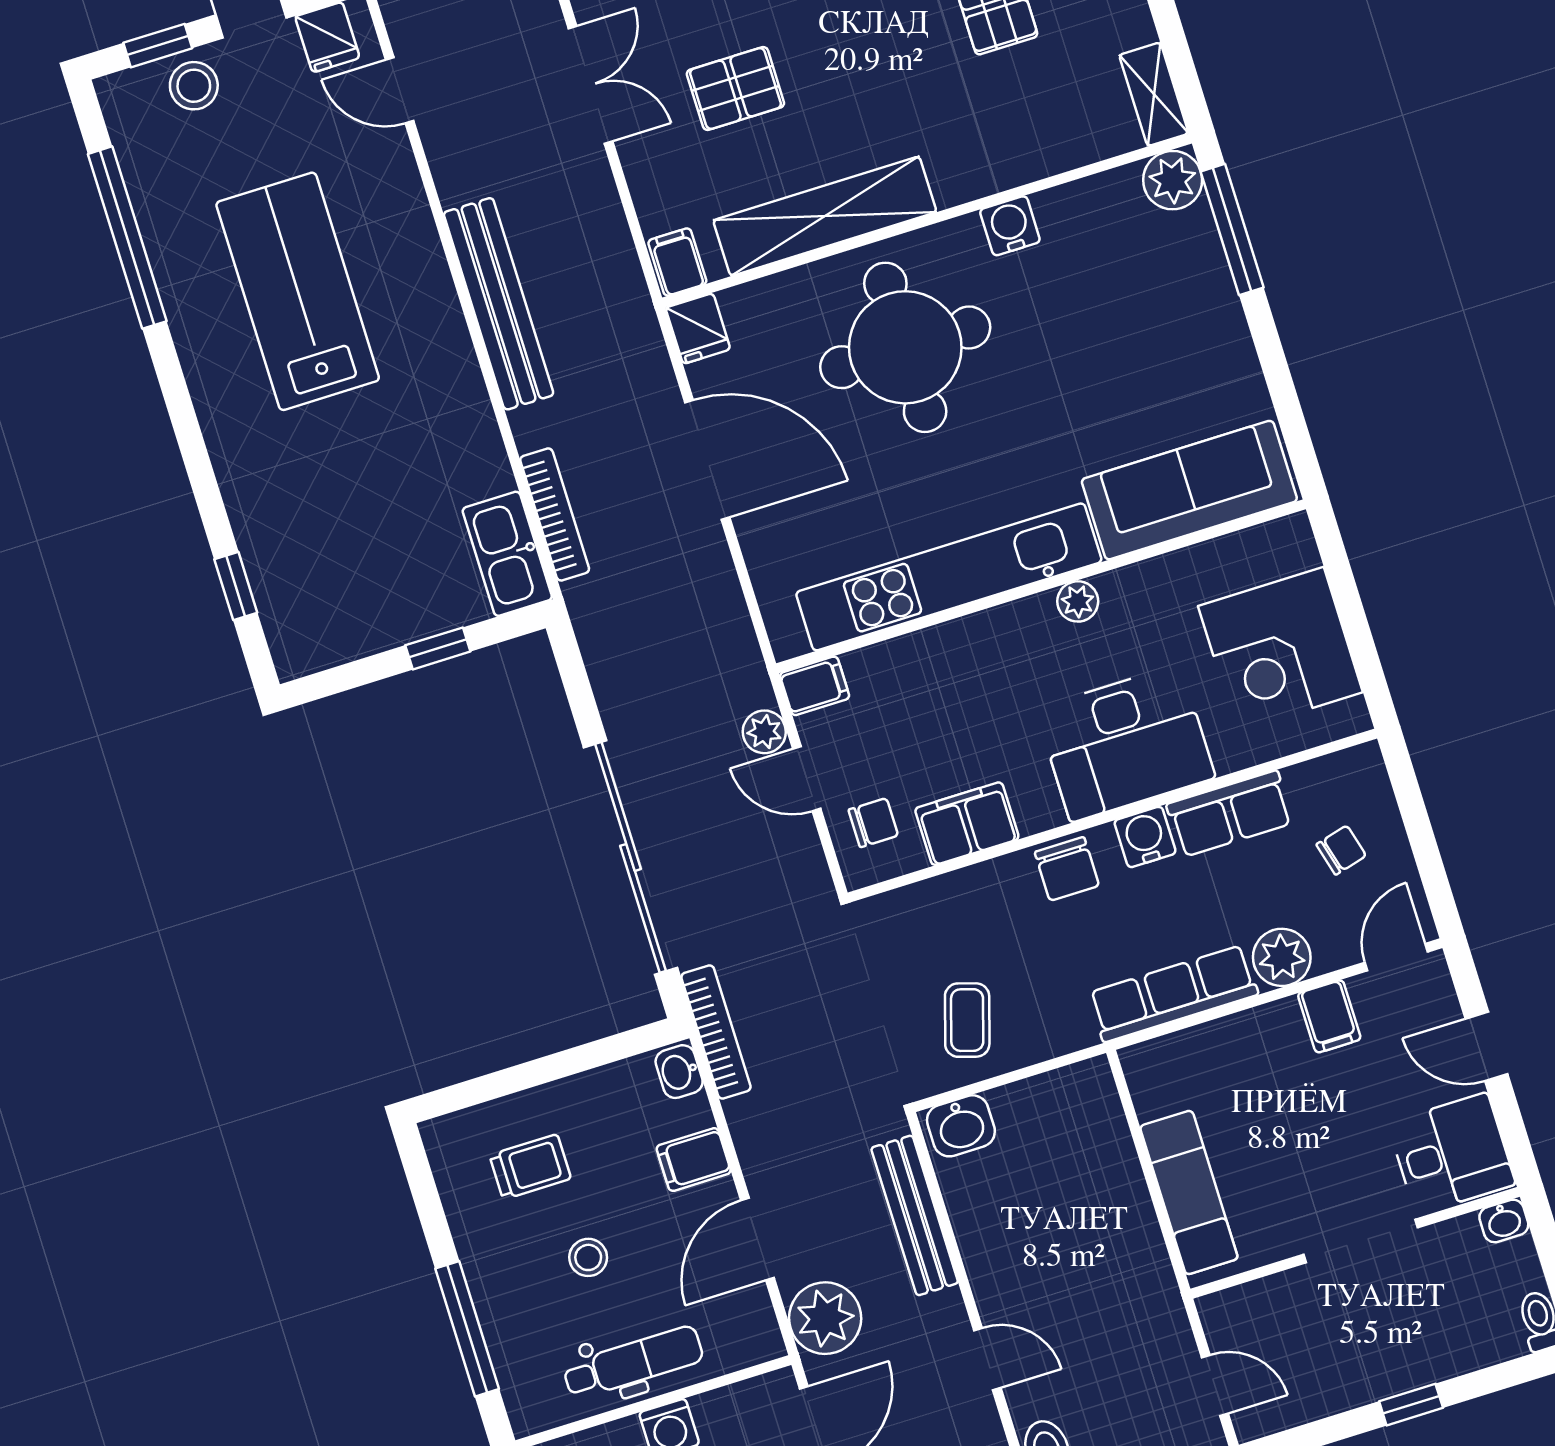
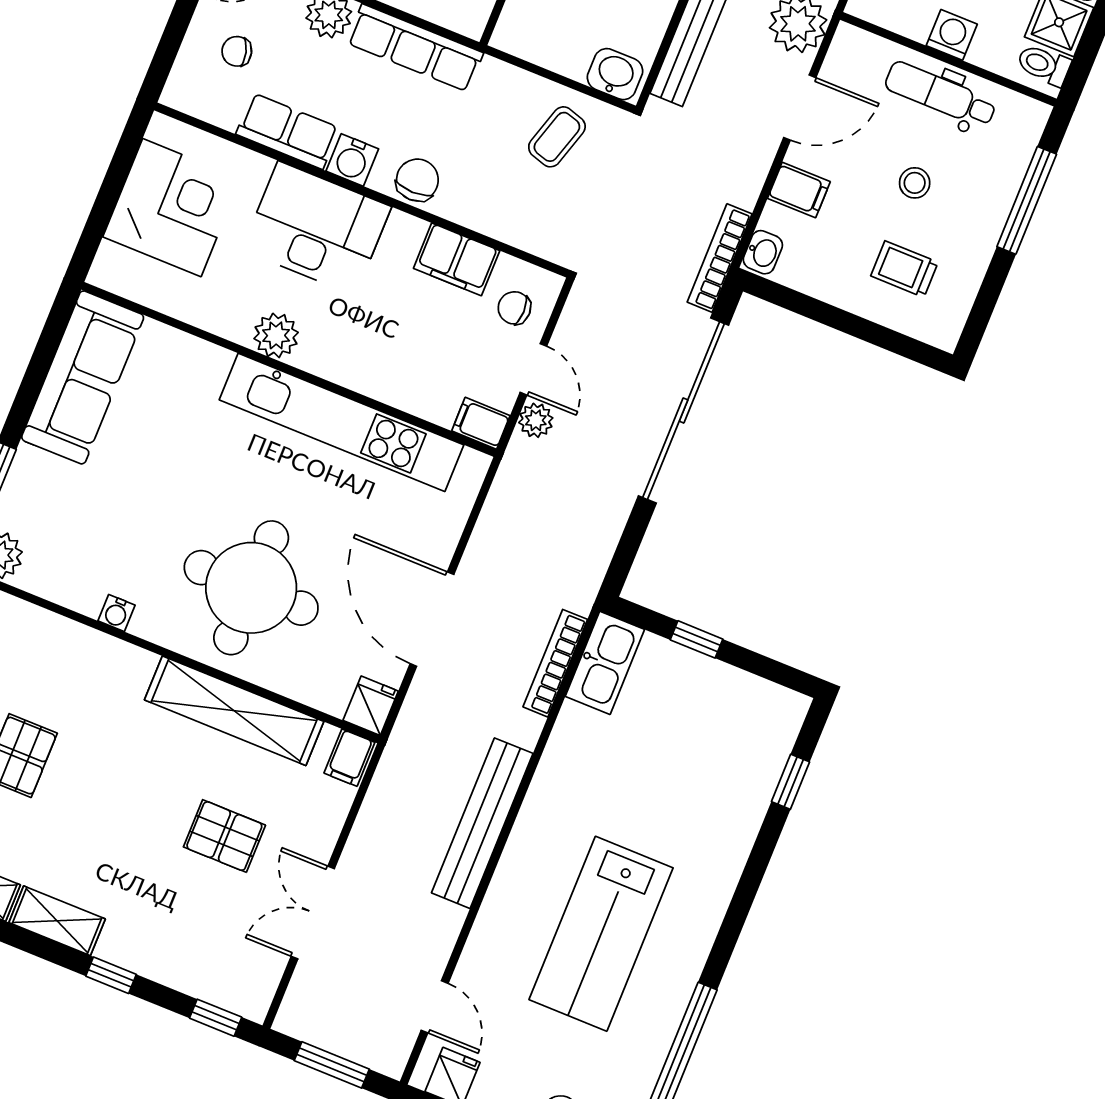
water cooler: (1010, 226) -> (117, 613), width x0.72, depth x0.72
sofa: (1189, 490) -> (83, 377), moved, turned -90
plant: (1078, 601) -> (276, 335), width x1.38, depth x1.38

